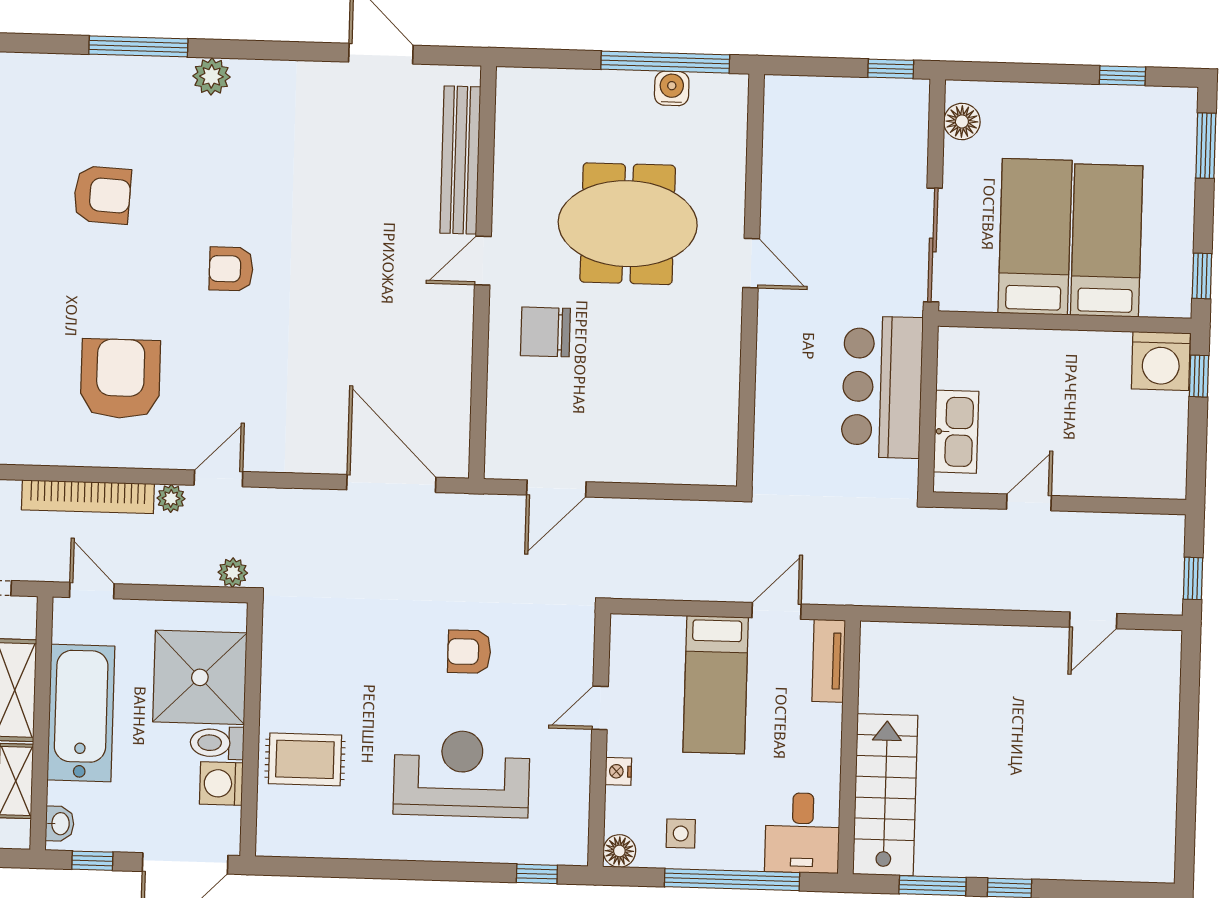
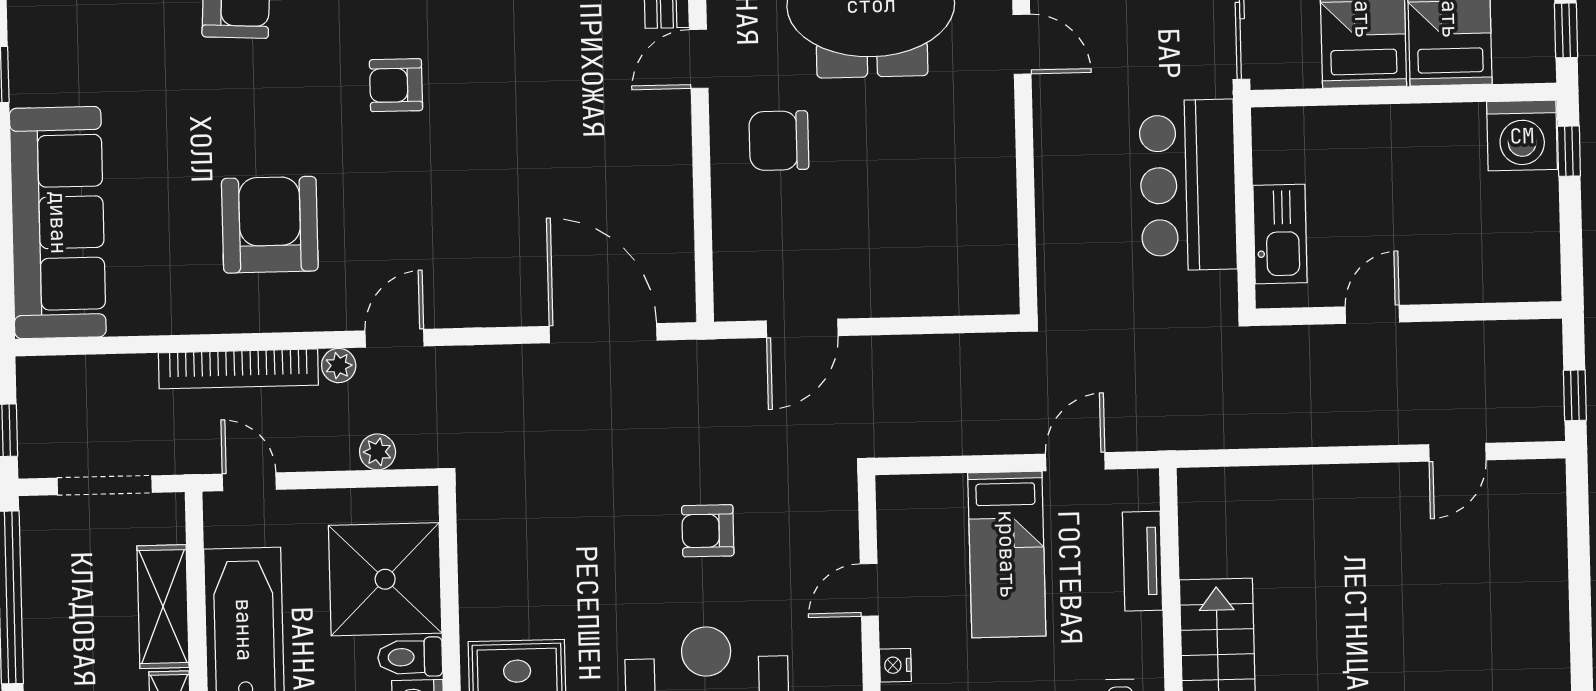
plant: (233, 573) -> (378, 452), moved
tv unit: (829, 661) -> (1143, 561), moved

